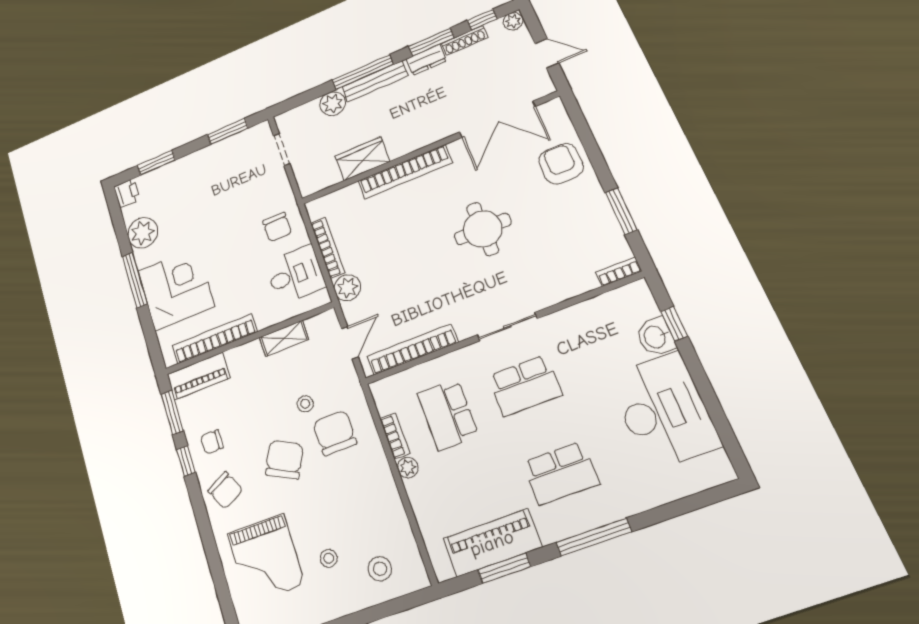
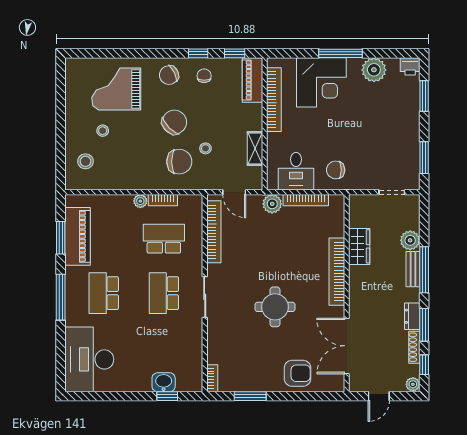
bench: (375, 81) -> (413, 269), width x0.73
desk: (664, 411) -> (89, 359), moved, turned 90
window: (172, 412) -> (235, 53), width x0.67
chair: (284, 460) -> (174, 122), turned -72

